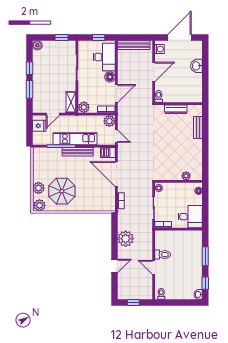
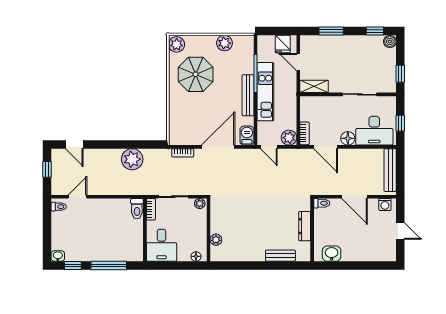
door: (179, 37) -> (400, 231), width x0.53
washbasin: (196, 66) -> (332, 254), moved
window: (30, 68) -> (375, 31), moved
plant: (84, 107) -> (307, 103), removed
door: (116, 136) -> (269, 147), hinge flipped
plant: (38, 188) -> (224, 43), moved
toilet: (163, 255) -> (137, 209), moved
window: (205, 256) -> (109, 265), width x1.44
door: (115, 266) -> (74, 144), moved
door: (154, 267) -> (78, 197), moved

